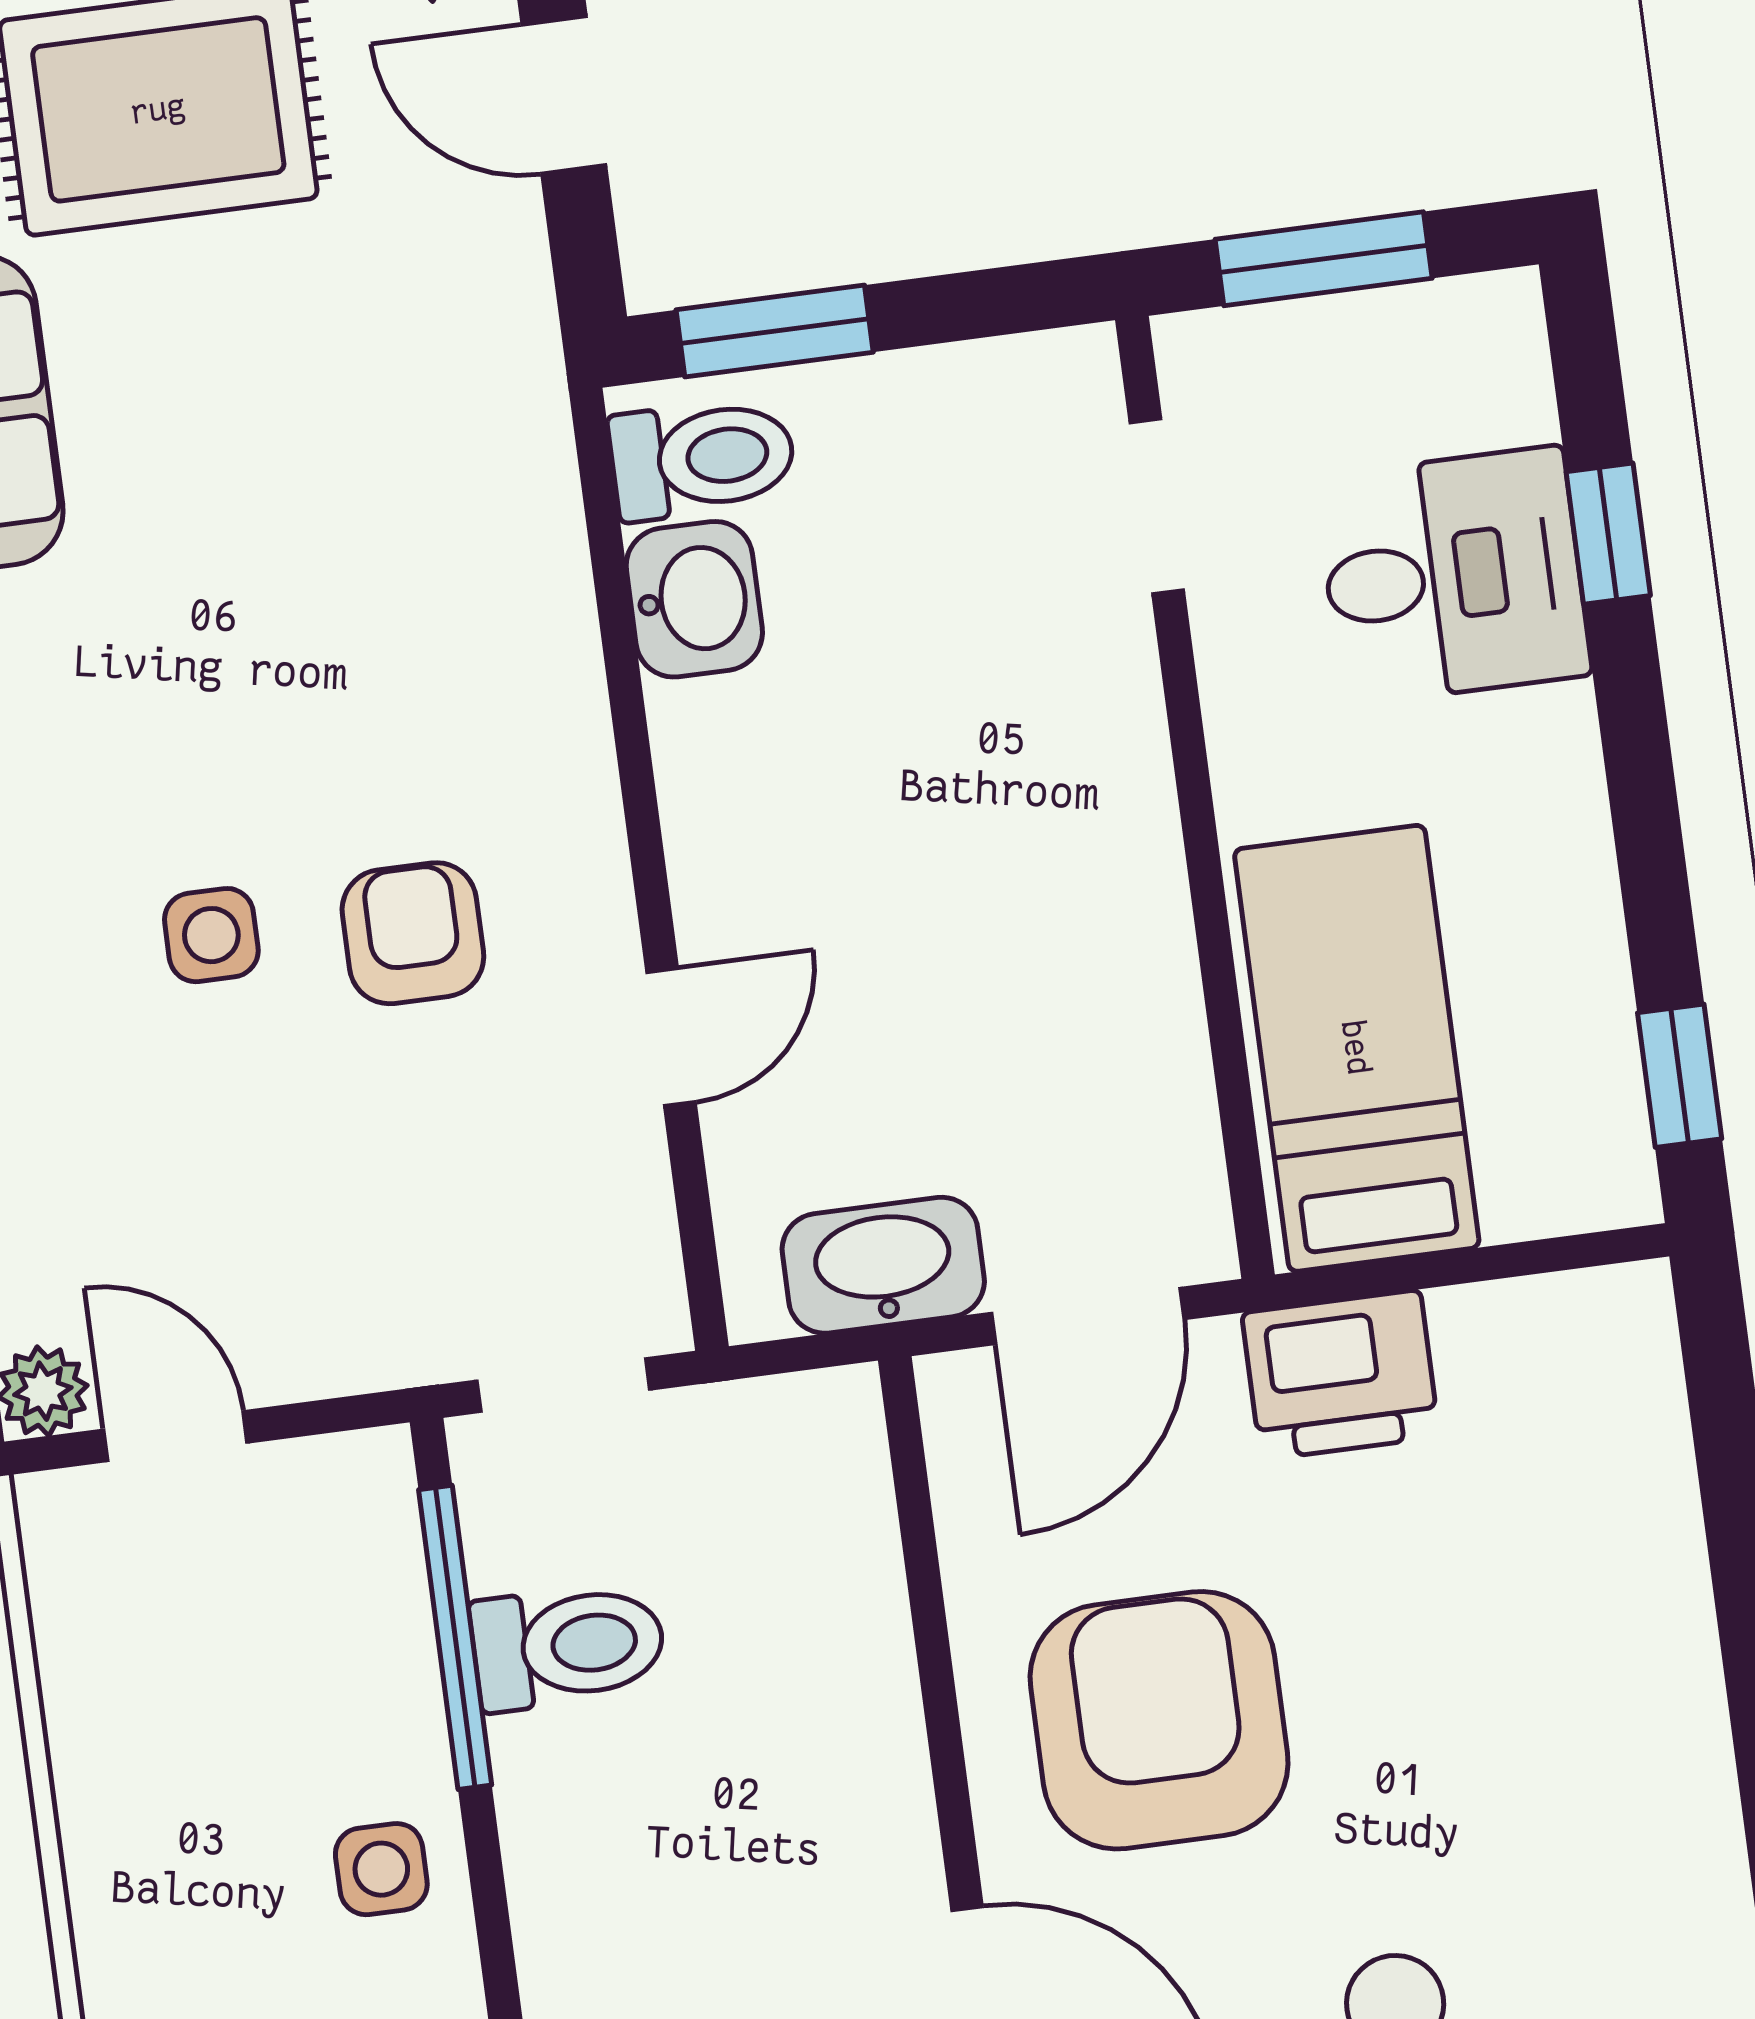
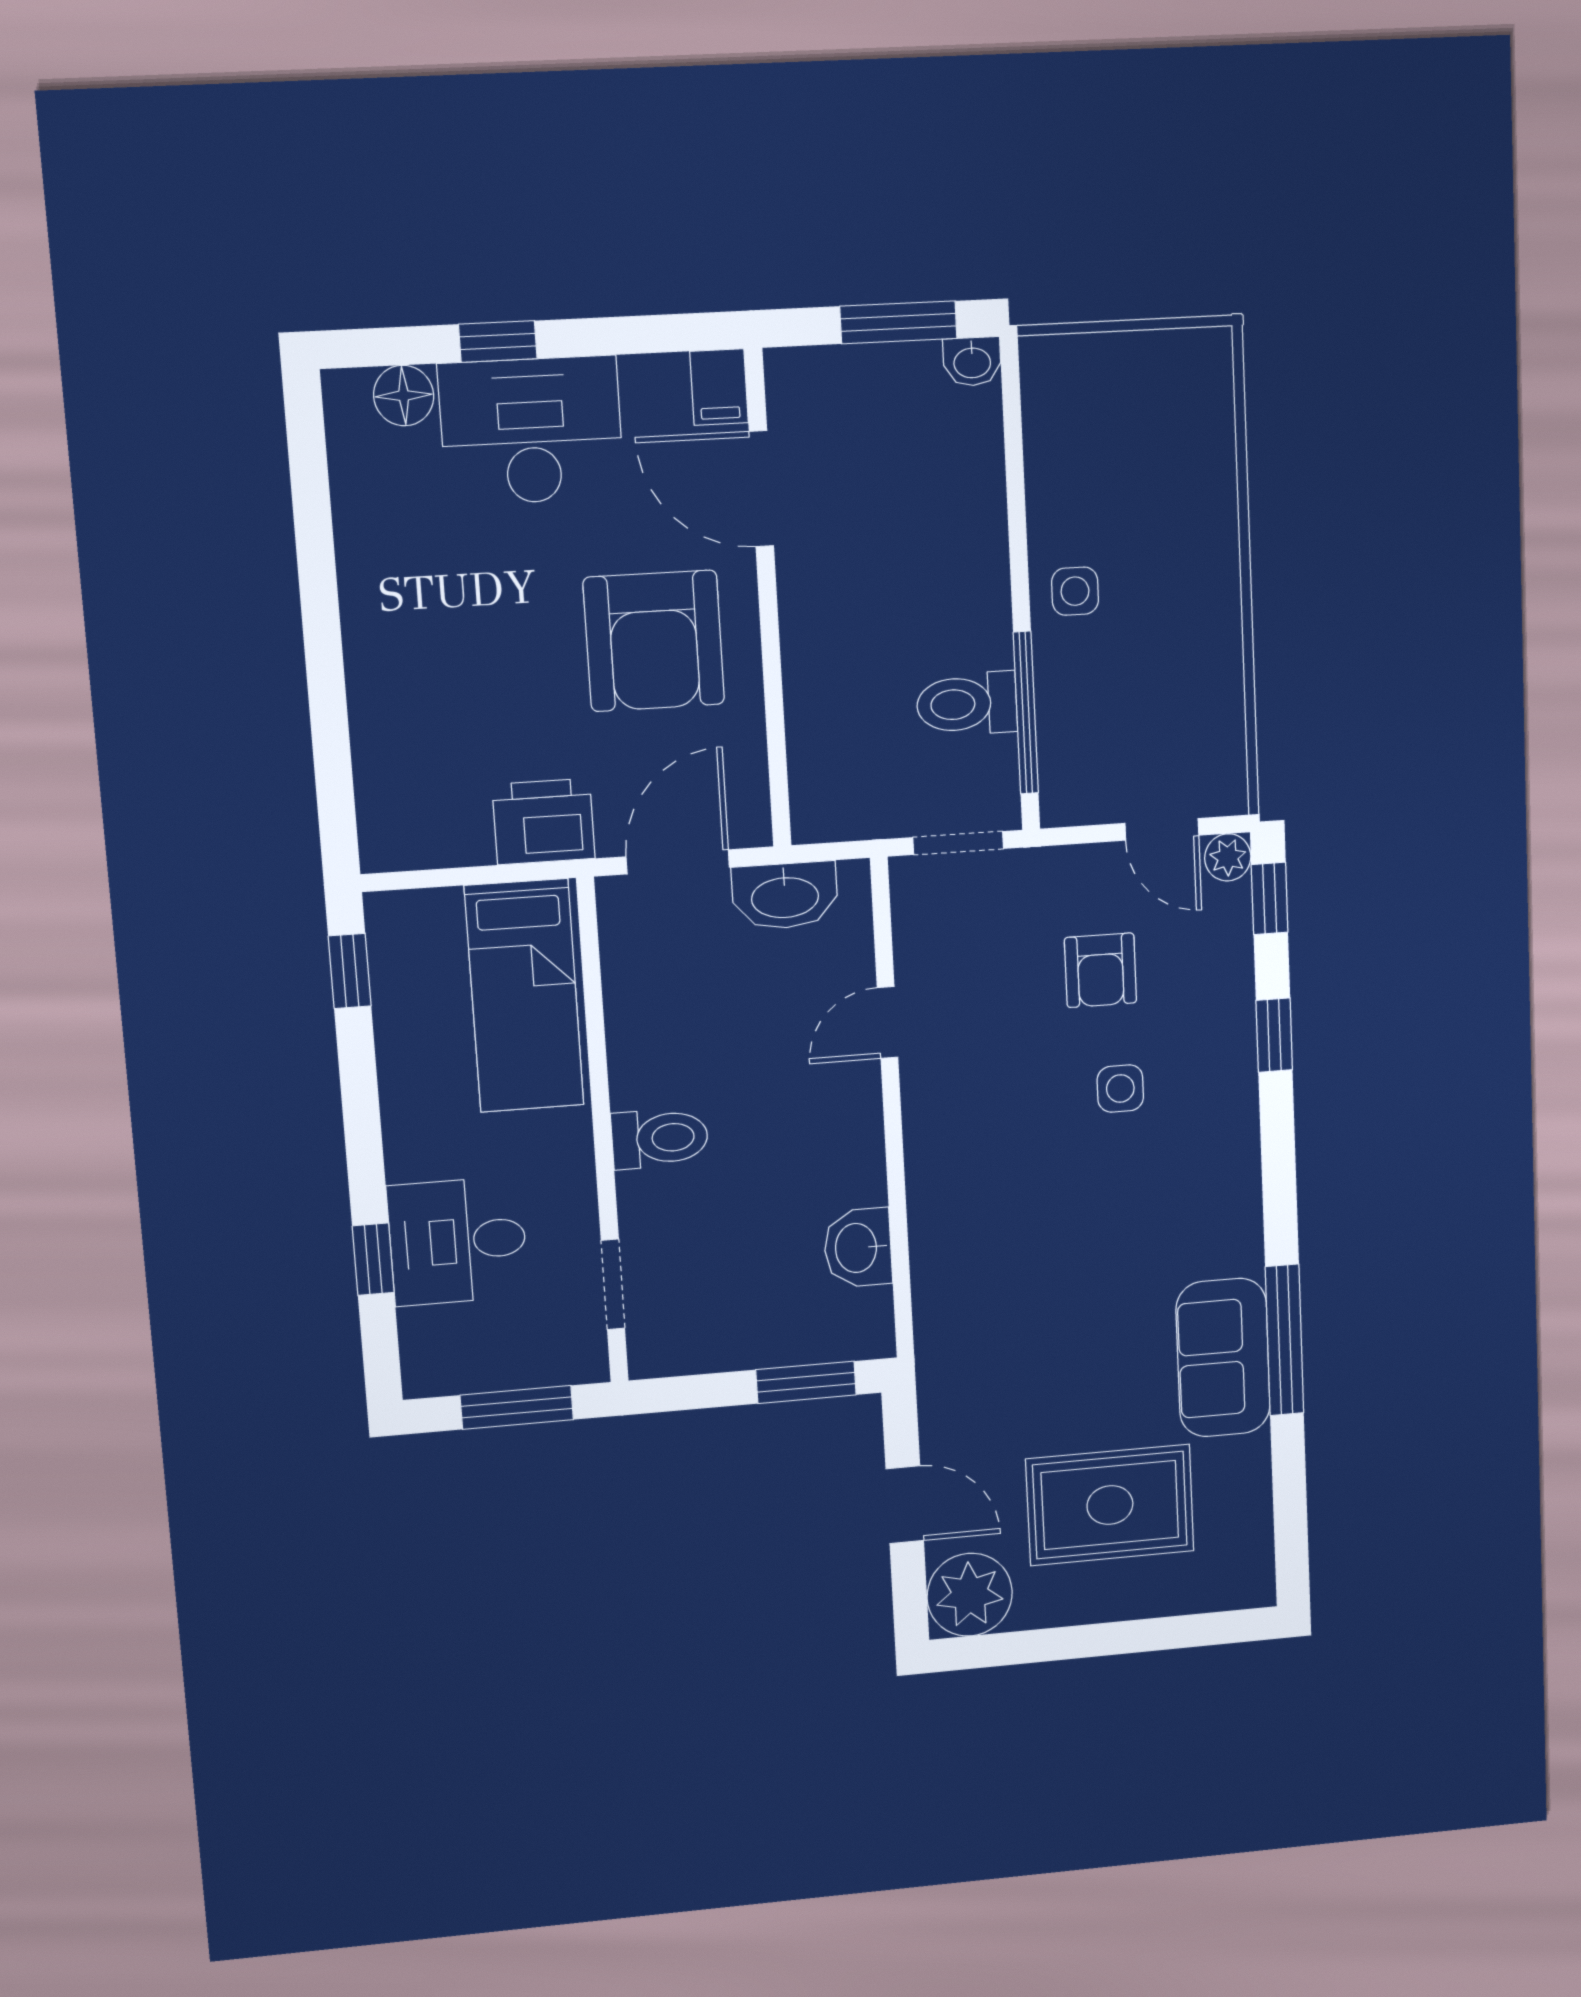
toilet: (702, 458) -> (660, 1138), moved, turned 180
armchair: (413, 933) -> (1100, 970), moved

